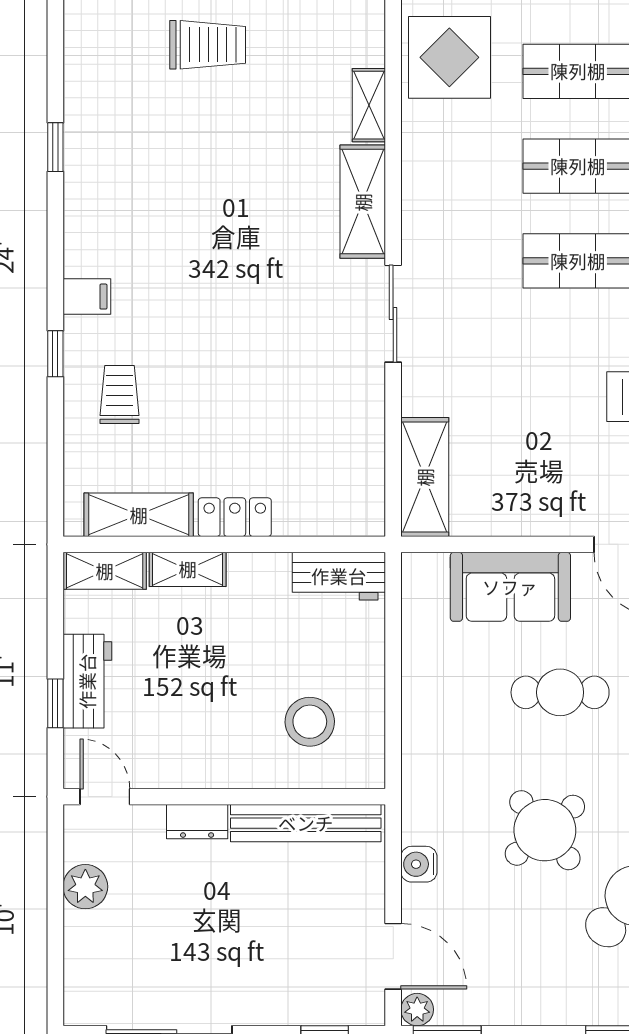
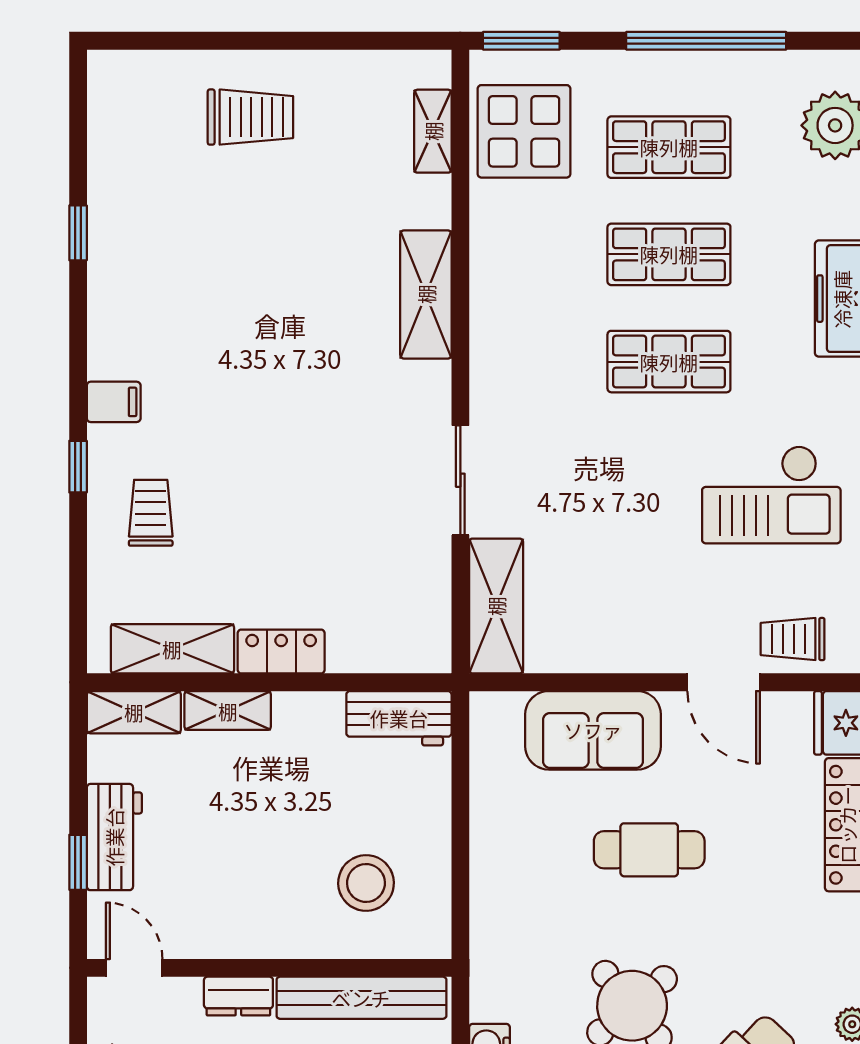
shelving: (369, 105) -> (433, 131), moved
sliding door: (393, 314) -> (460, 480), moved

